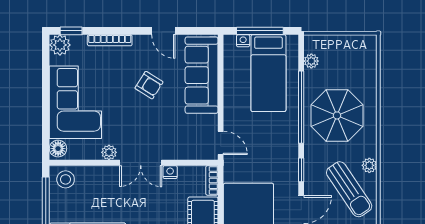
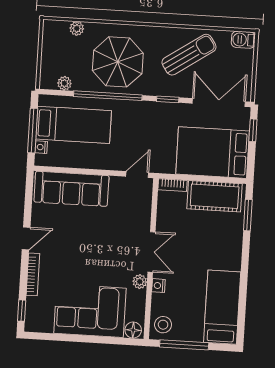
door: (163, 31) -> (26, 238), moved
plant: (60, 45) -> (34, 322), removed
armchair: (149, 85) -> (78, 240), removed
plant: (369, 165) -> (77, 28), moved
nightstand: (170, 172) -> (158, 286), moved

